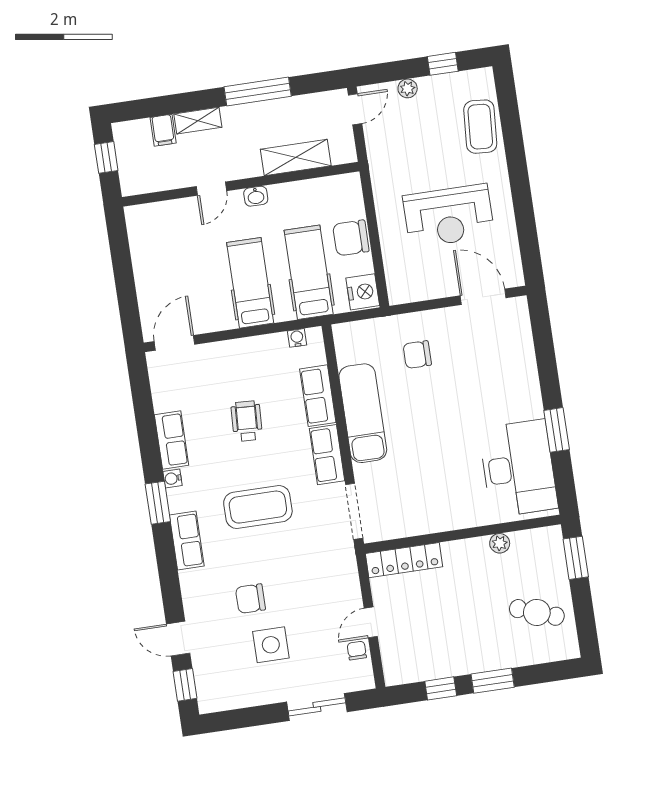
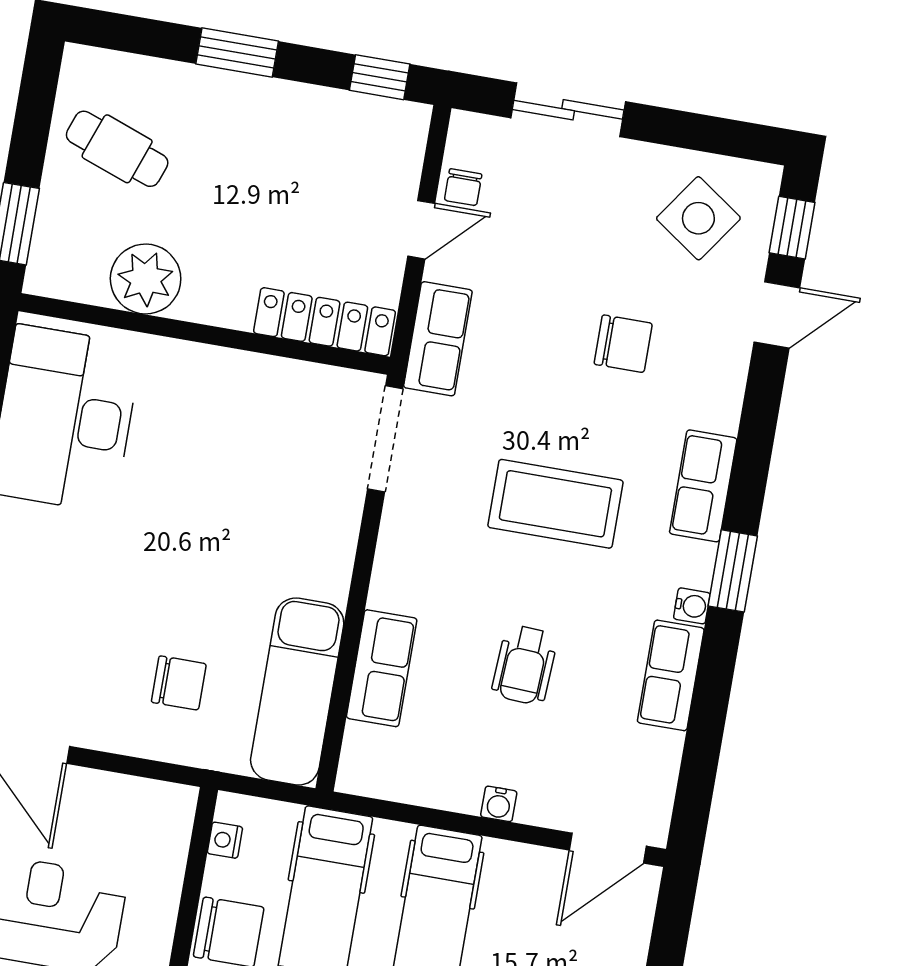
nightstand: (363, 292) -> (225, 840), width x0.53, depth x0.56
water cooler: (297, 338) -> (499, 804), moved
exam couch: (363, 413) -> (297, 692), moved
row of seats: (327, 455) -> (438, 339), moved
plant: (500, 543) -> (146, 279), width x1.88, depth x1.88
door: (178, 639) -> (777, 315), hinge flipped
side table: (271, 645) -> (698, 218), moved, turned 35
window: (441, 688) -> (380, 77), moved

